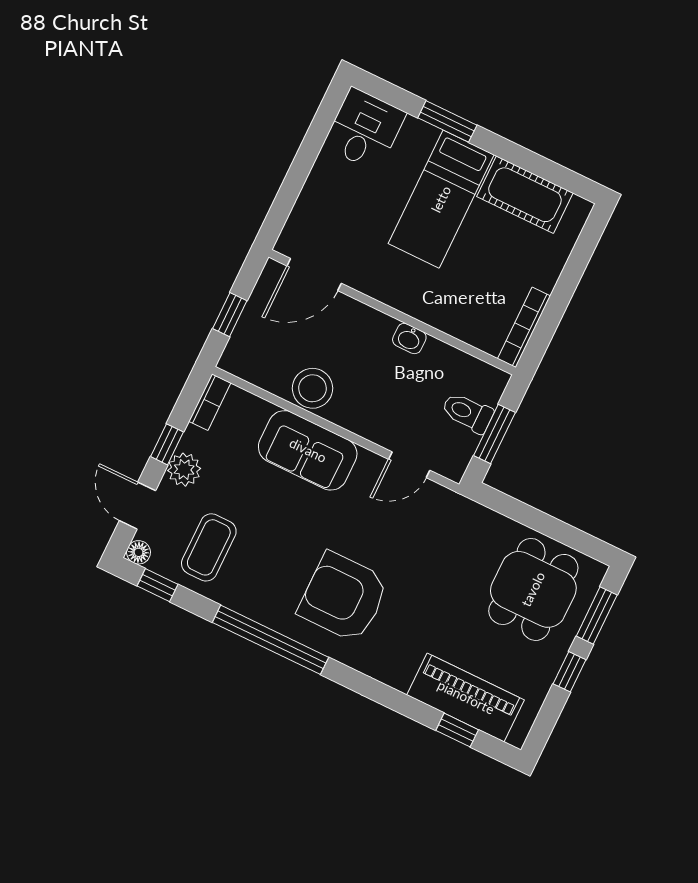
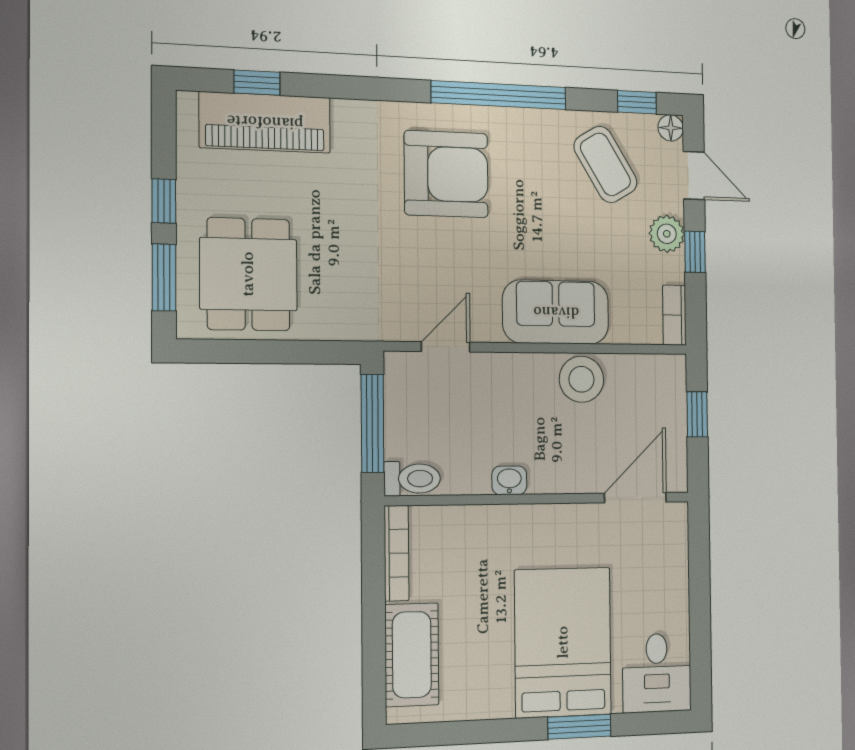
cot: (525, 195) -> (412, 655), moved, turned 90
bed: (441, 199) -> (563, 642), width x1.50
toilet: (467, 413) -> (412, 479), moved
window: (494, 434) -> (372, 423), width x1.44
coffee table: (209, 547) -> (605, 164), turned -31

